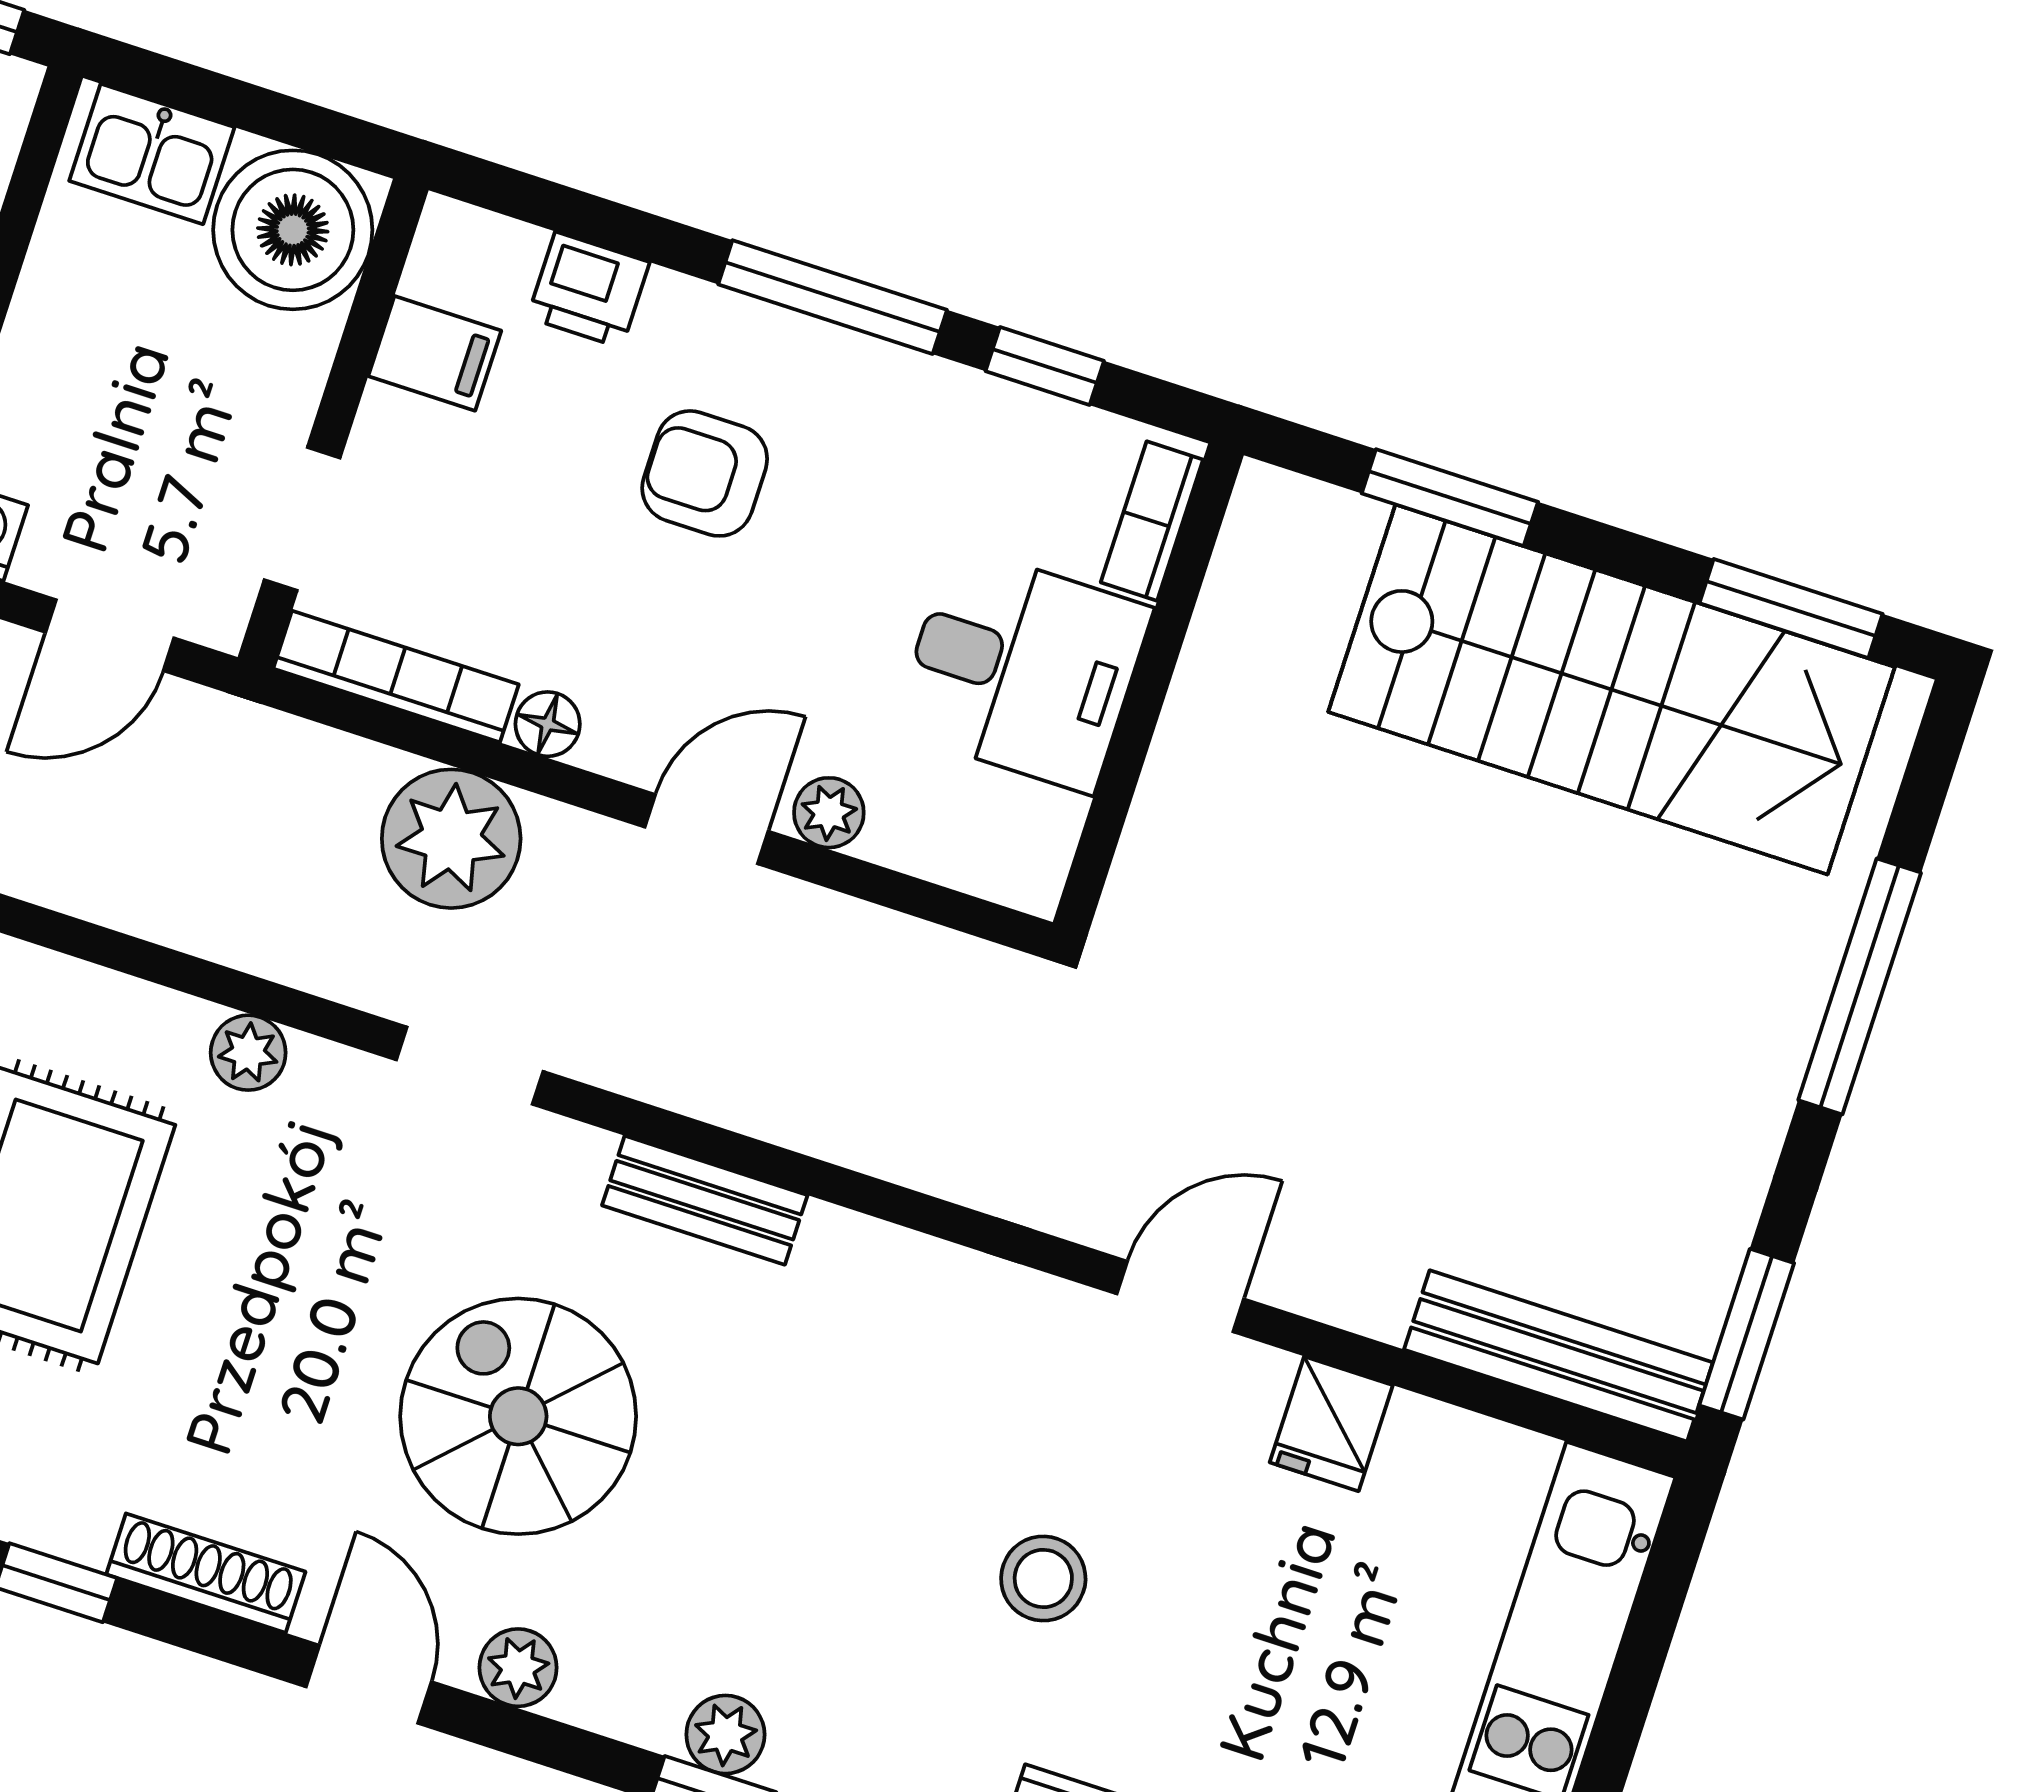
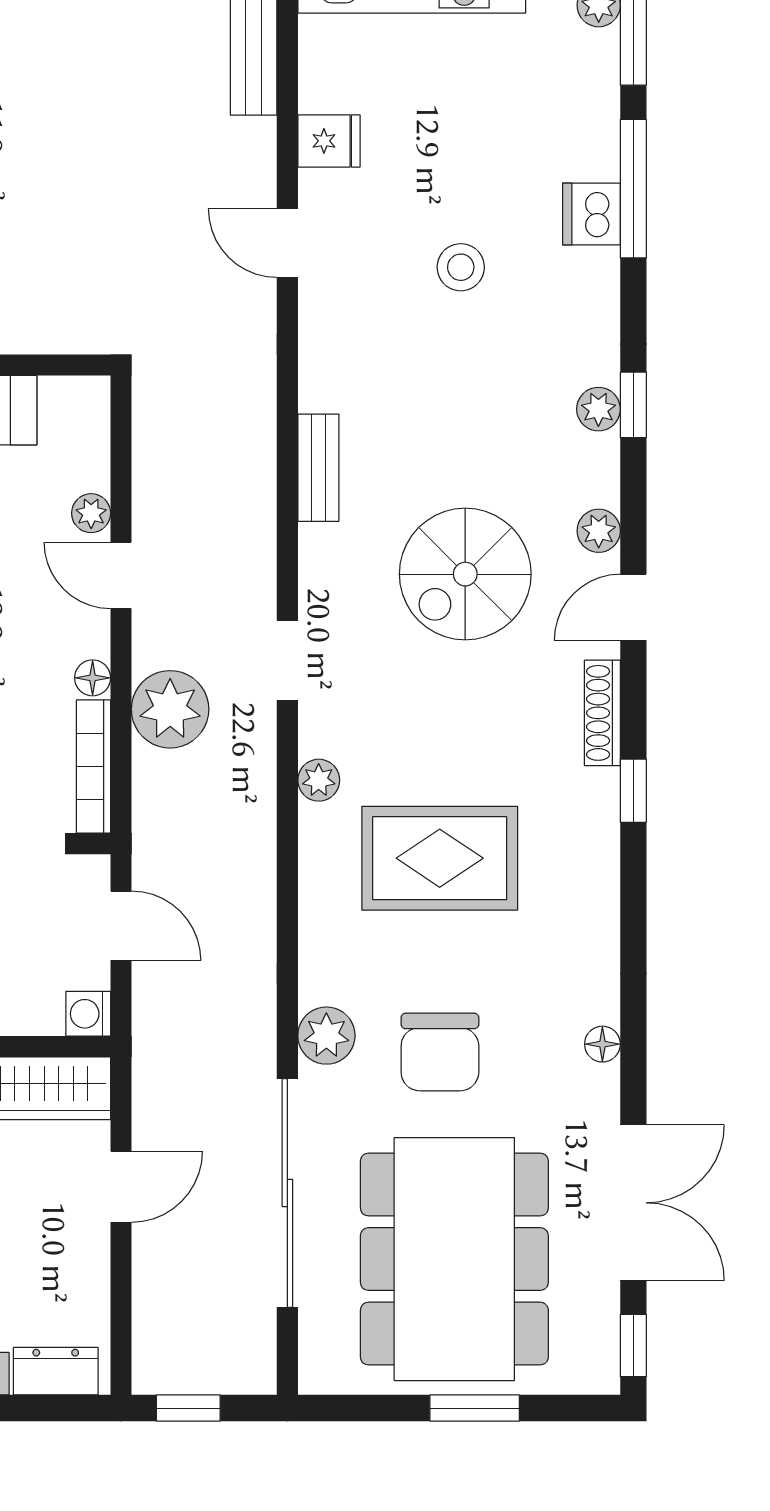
bench: (705, 1200) -> (318, 468), moved

